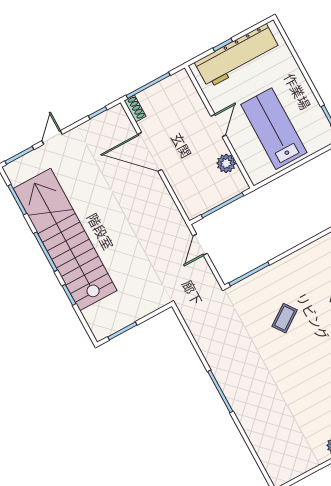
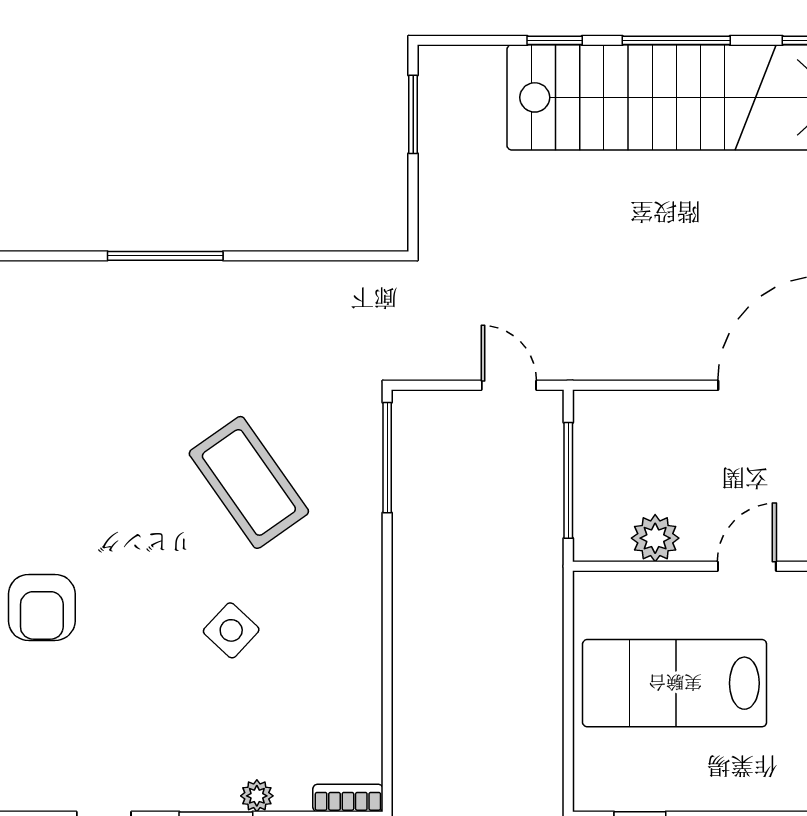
door: (218, 125) -> (747, 566), swing flipped
lab bench: (274, 129) -> (675, 683), turned 180
coffee table: (285, 318) -> (249, 482), width x1.86, depth x1.72

